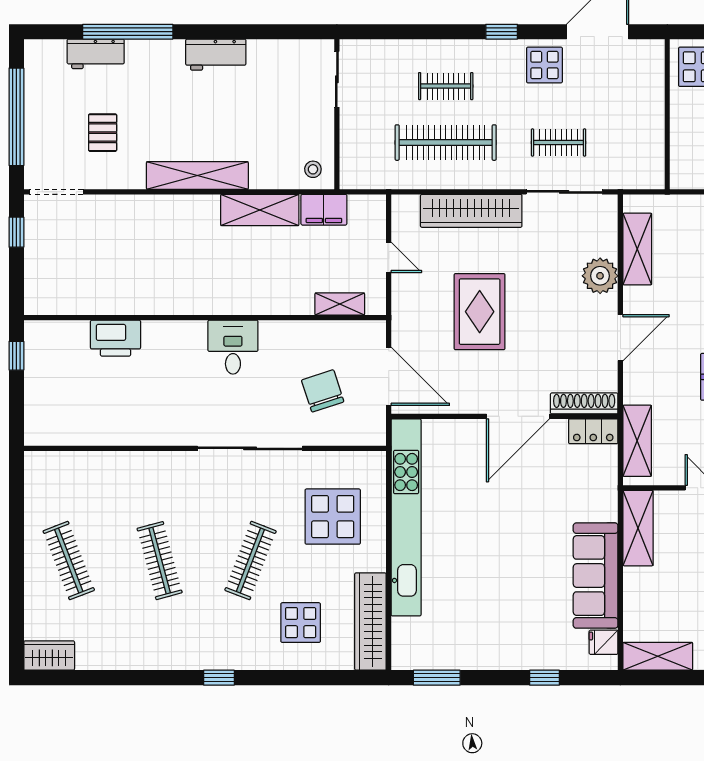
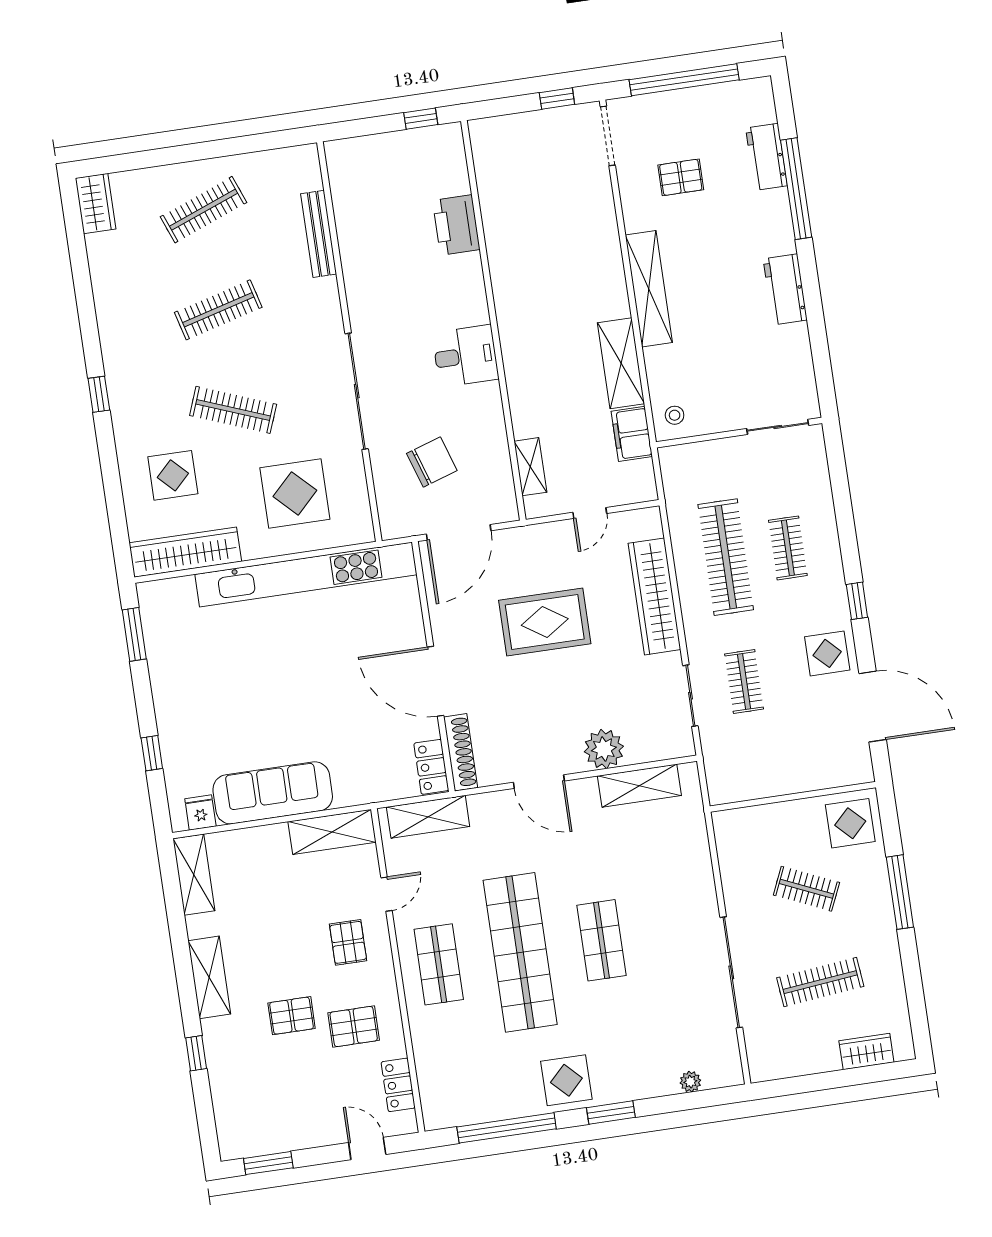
sliding door: (564, 192) -> (690, 696), width x0.73
bench: (105, 461) -> (319, 234), added

